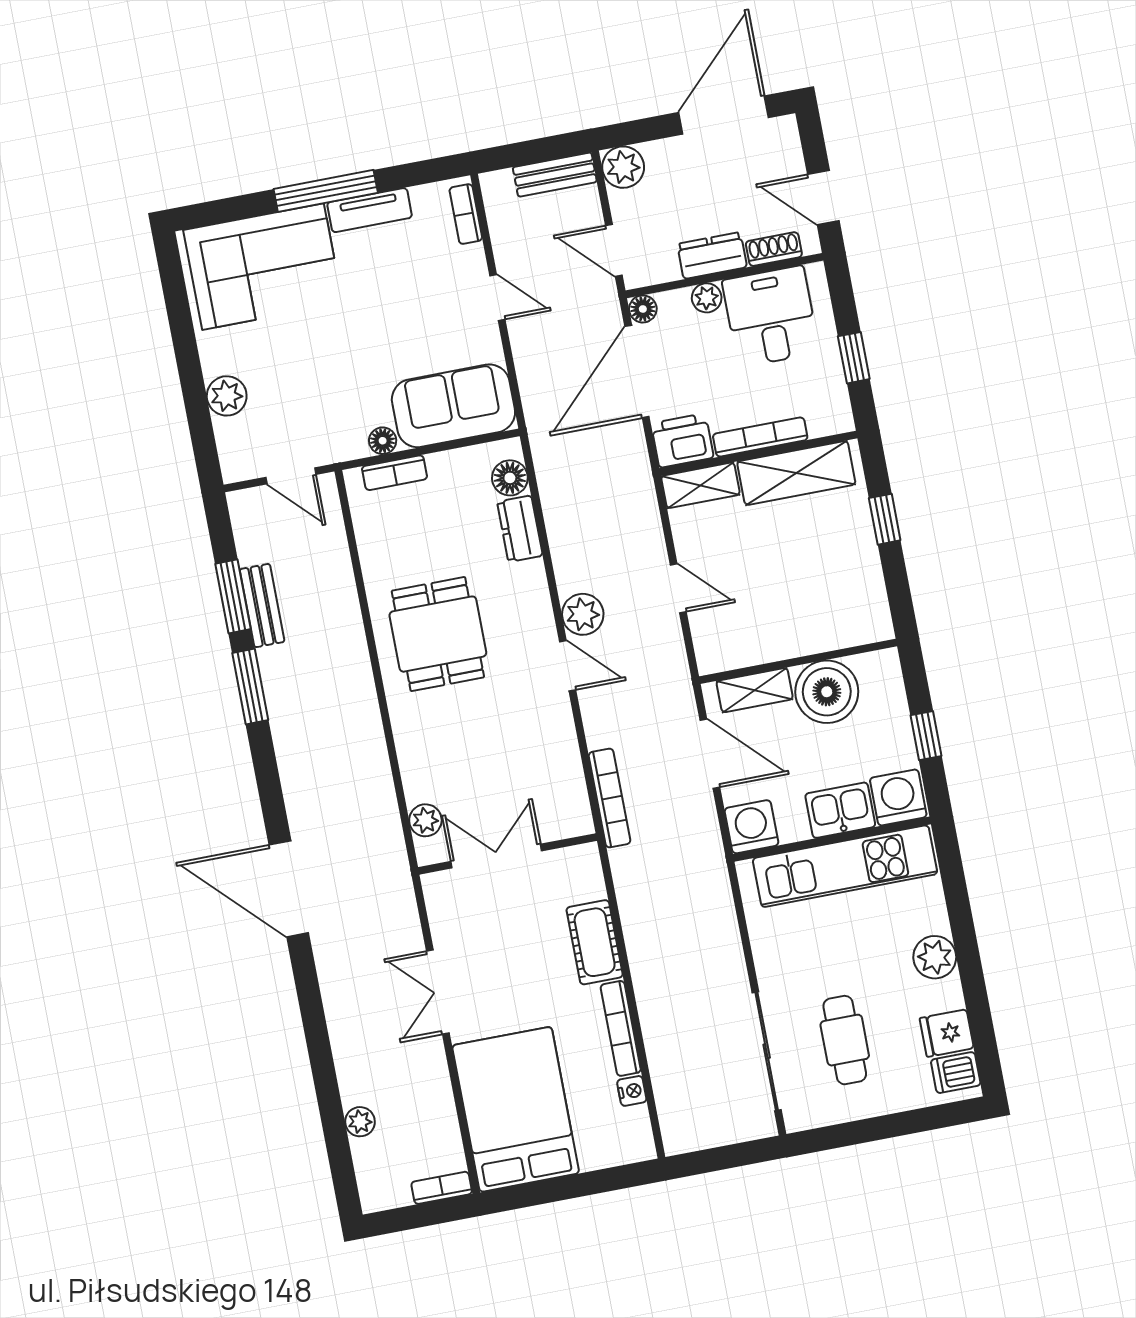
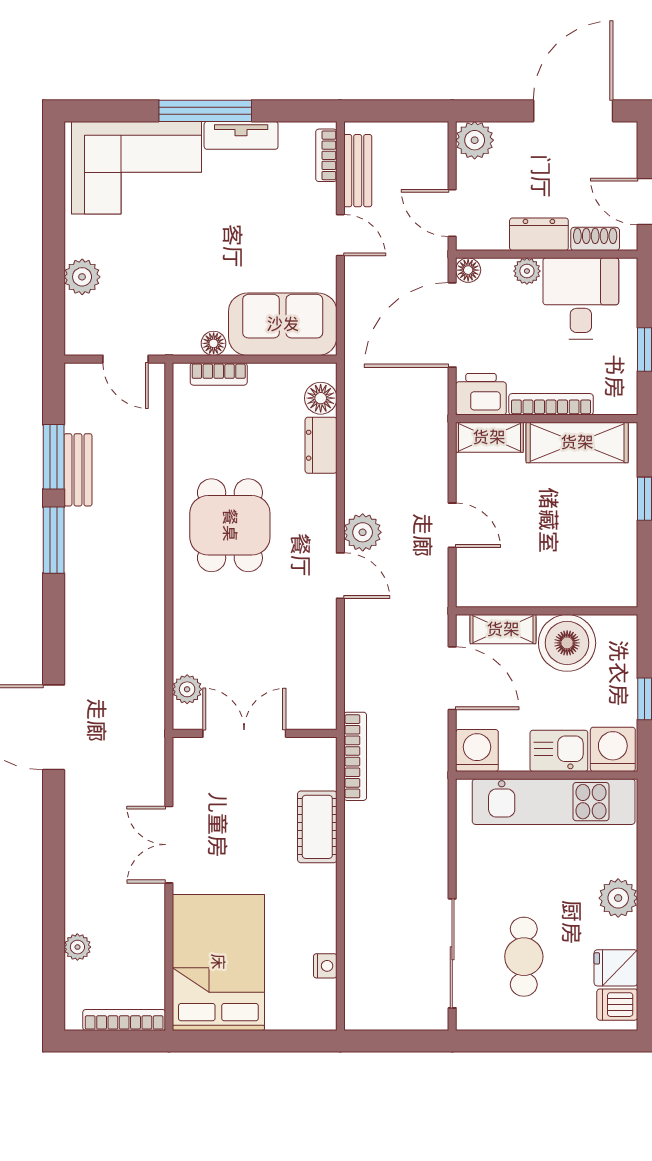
bench: (555, 175) -> (358, 171), moved, turned 90
bookcase: (610, 798) -> (355, 756), moved
bookcase: (621, 1028) -> (326, 908), removed
bookcase: (442, 1188) -> (124, 1020), width x1.56

